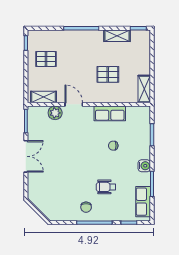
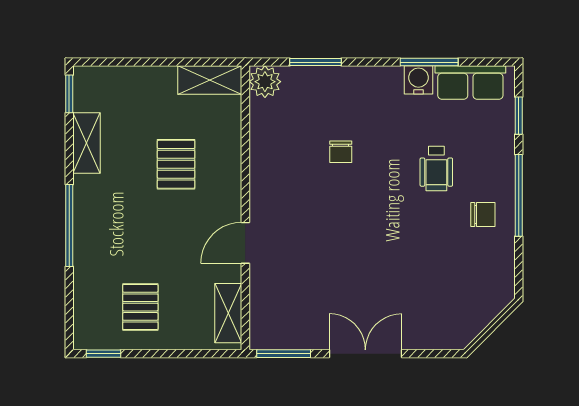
plant: (55, 113) -> (265, 82), moved
row of seats: (110, 113) -> (266, 160), removed
water cooler: (144, 166) -> (418, 80), moved

